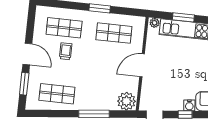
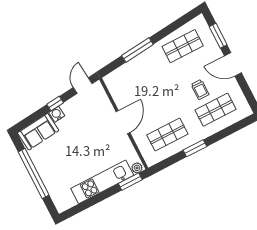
window: (183, 17) -> (130, 182), moved
plant: (126, 101) -> (116, 81), removed

